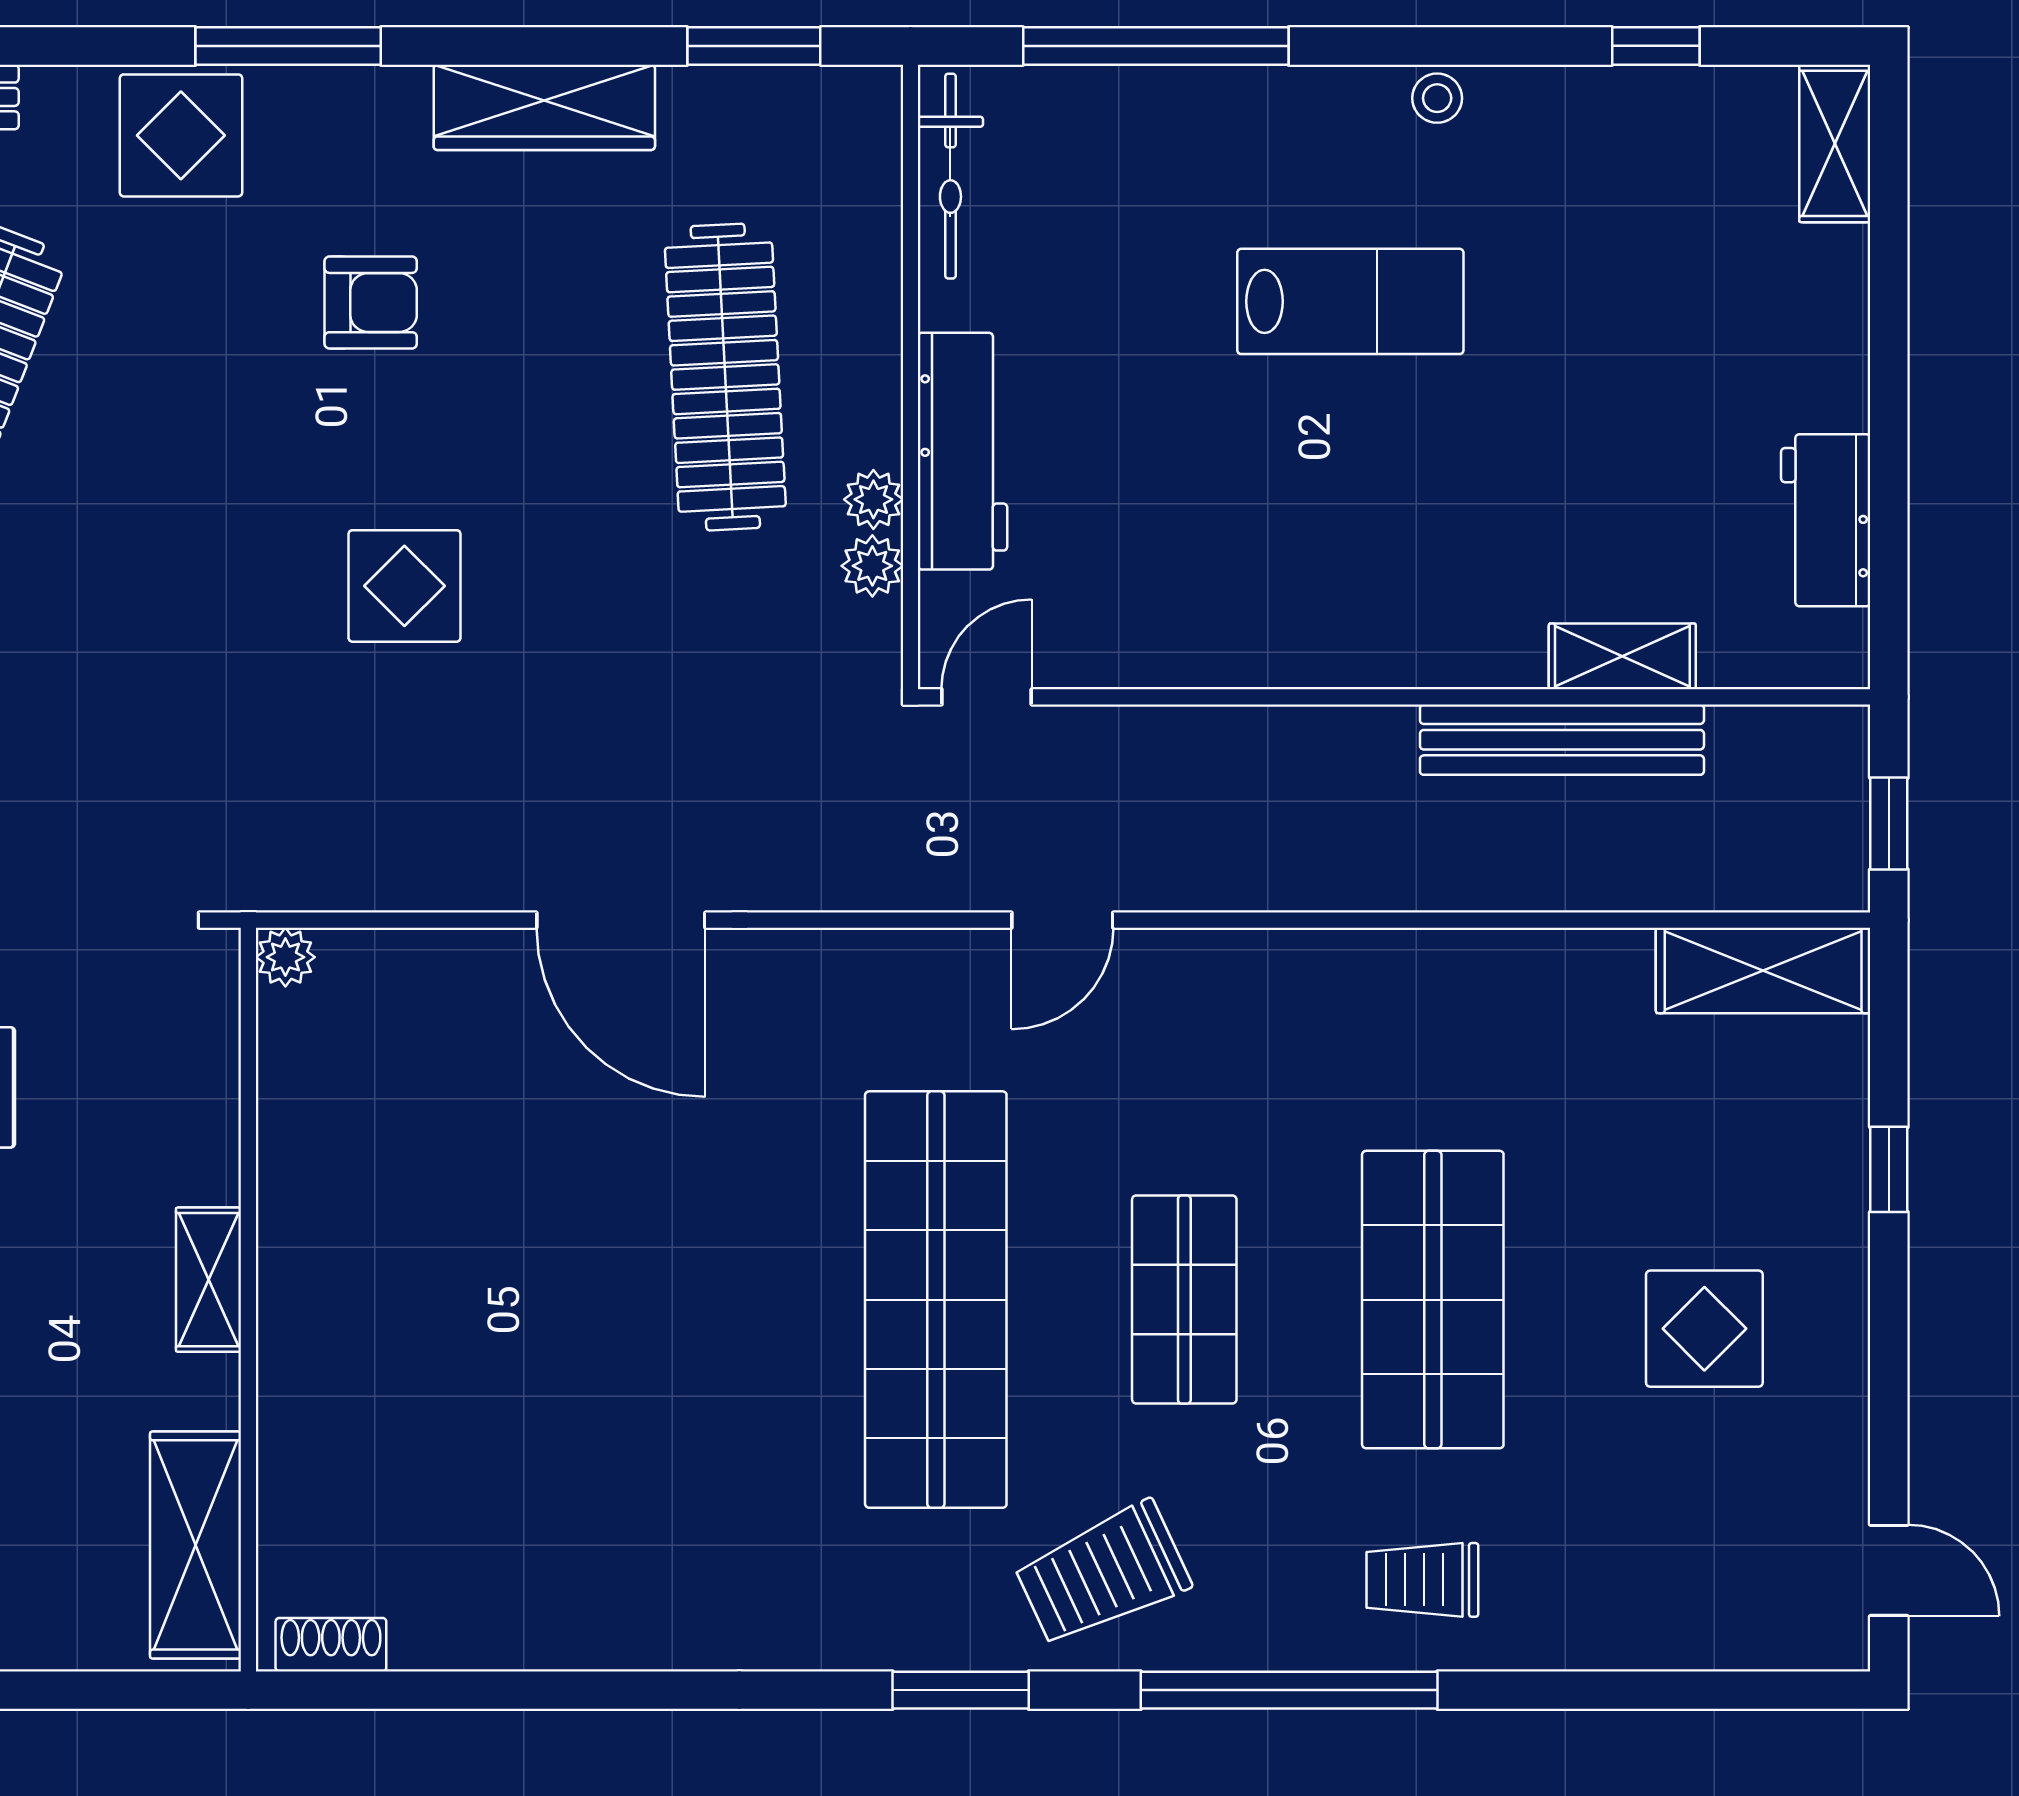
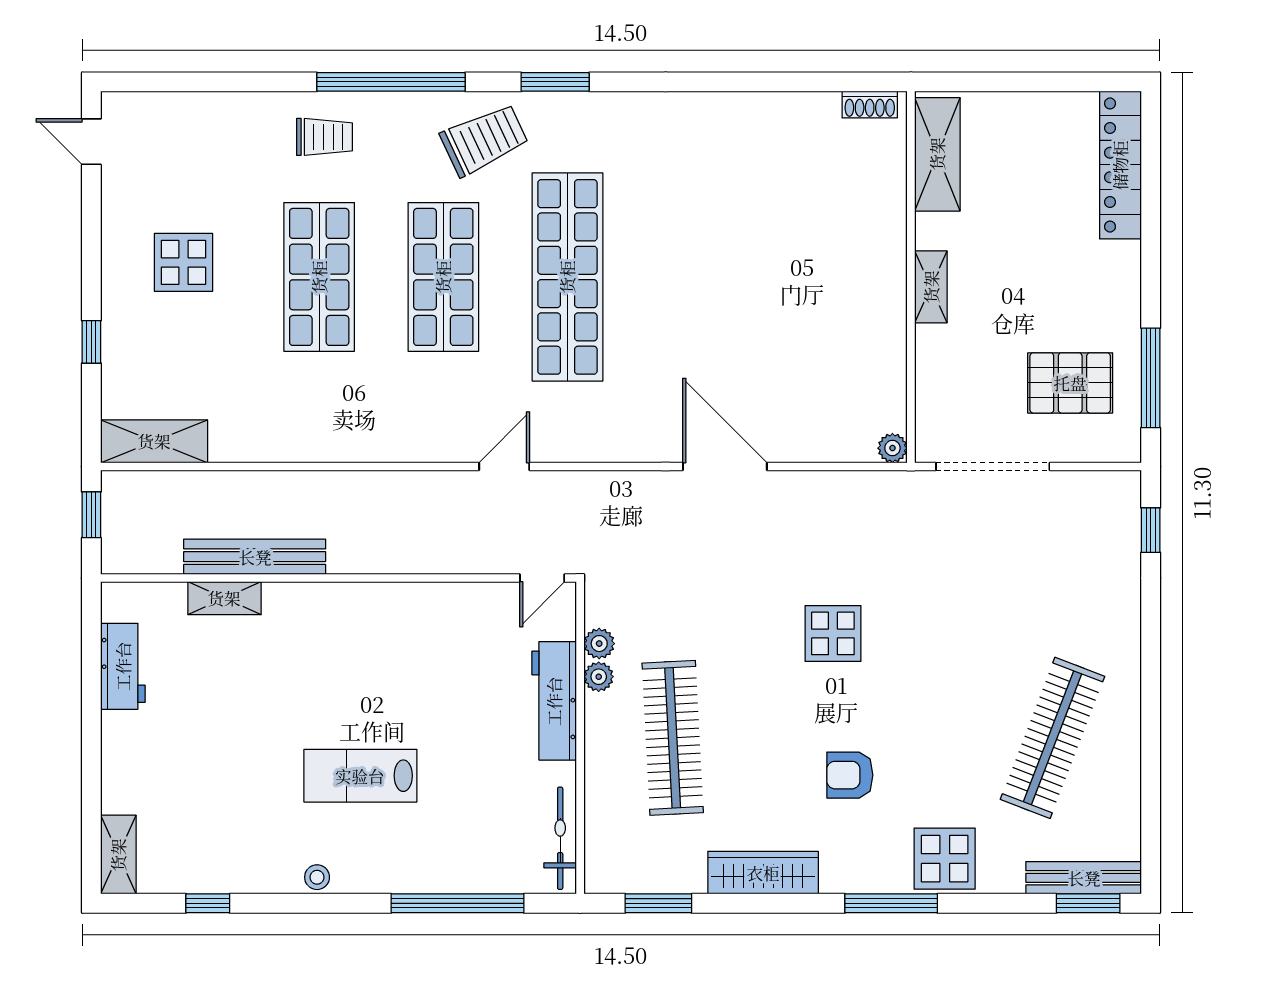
shop shelf: (1184, 1300) -> (443, 277), width x1.43, depth x1.36

